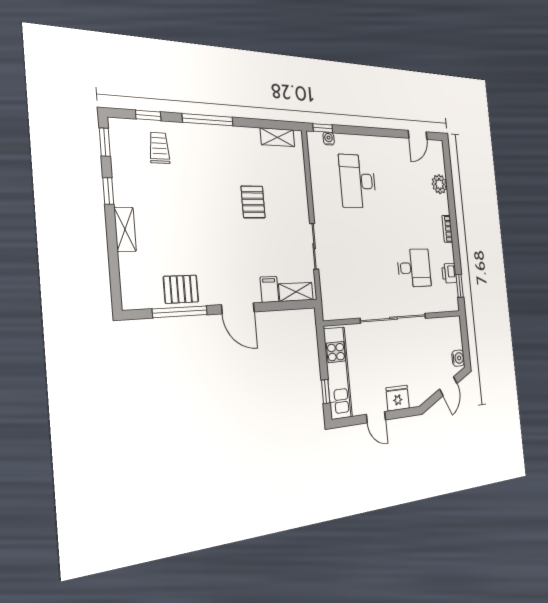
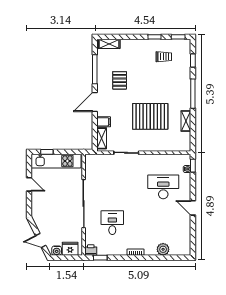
door: (418, 135) -> (193, 208), moved
shelving: (277, 137) -> (186, 121), moved
trolley: (159, 148) -> (164, 57), moved
pallet: (253, 202) -> (150, 116), width x2.05, depth x2.00
shelving: (125, 229) -> (109, 44), moved
desk: (414, 268) -> (112, 223), turned 180
printer: (449, 273) -> (91, 250), moved
pallet: (181, 289) -> (120, 80), moved
fridge: (398, 398) -> (70, 249), moved, turned -90
door: (376, 417) -> (29, 184), swing flipped

